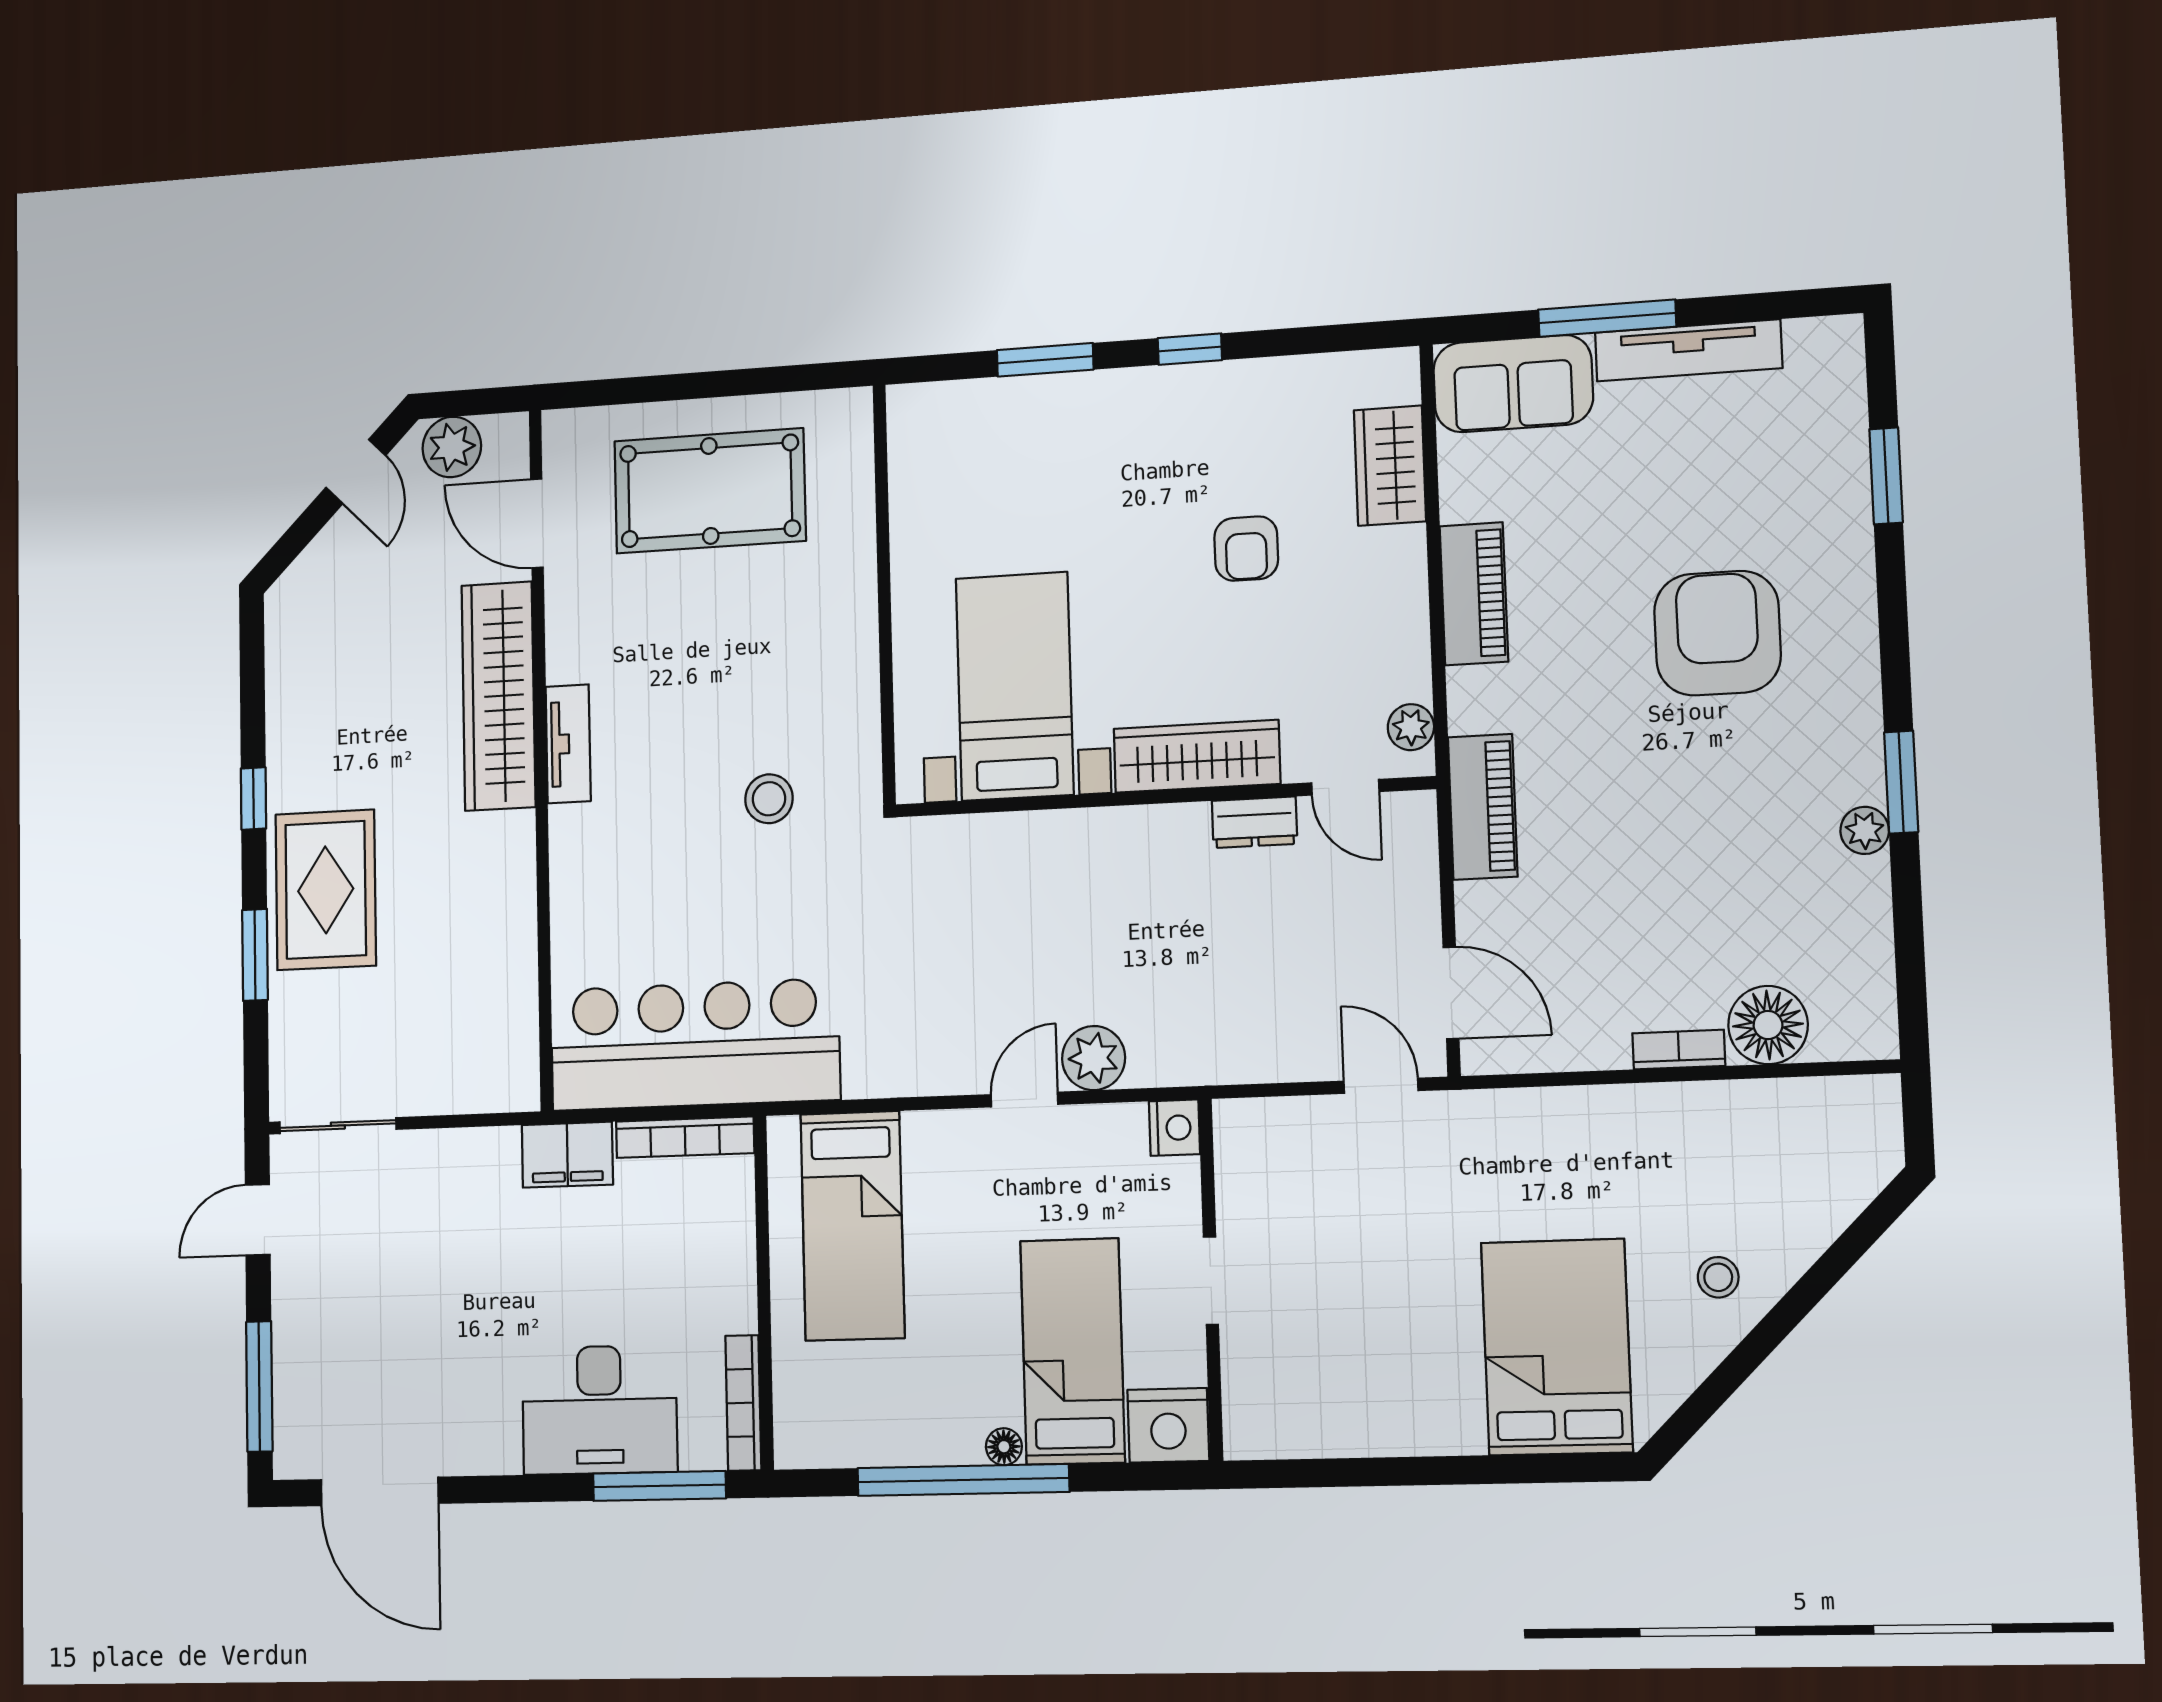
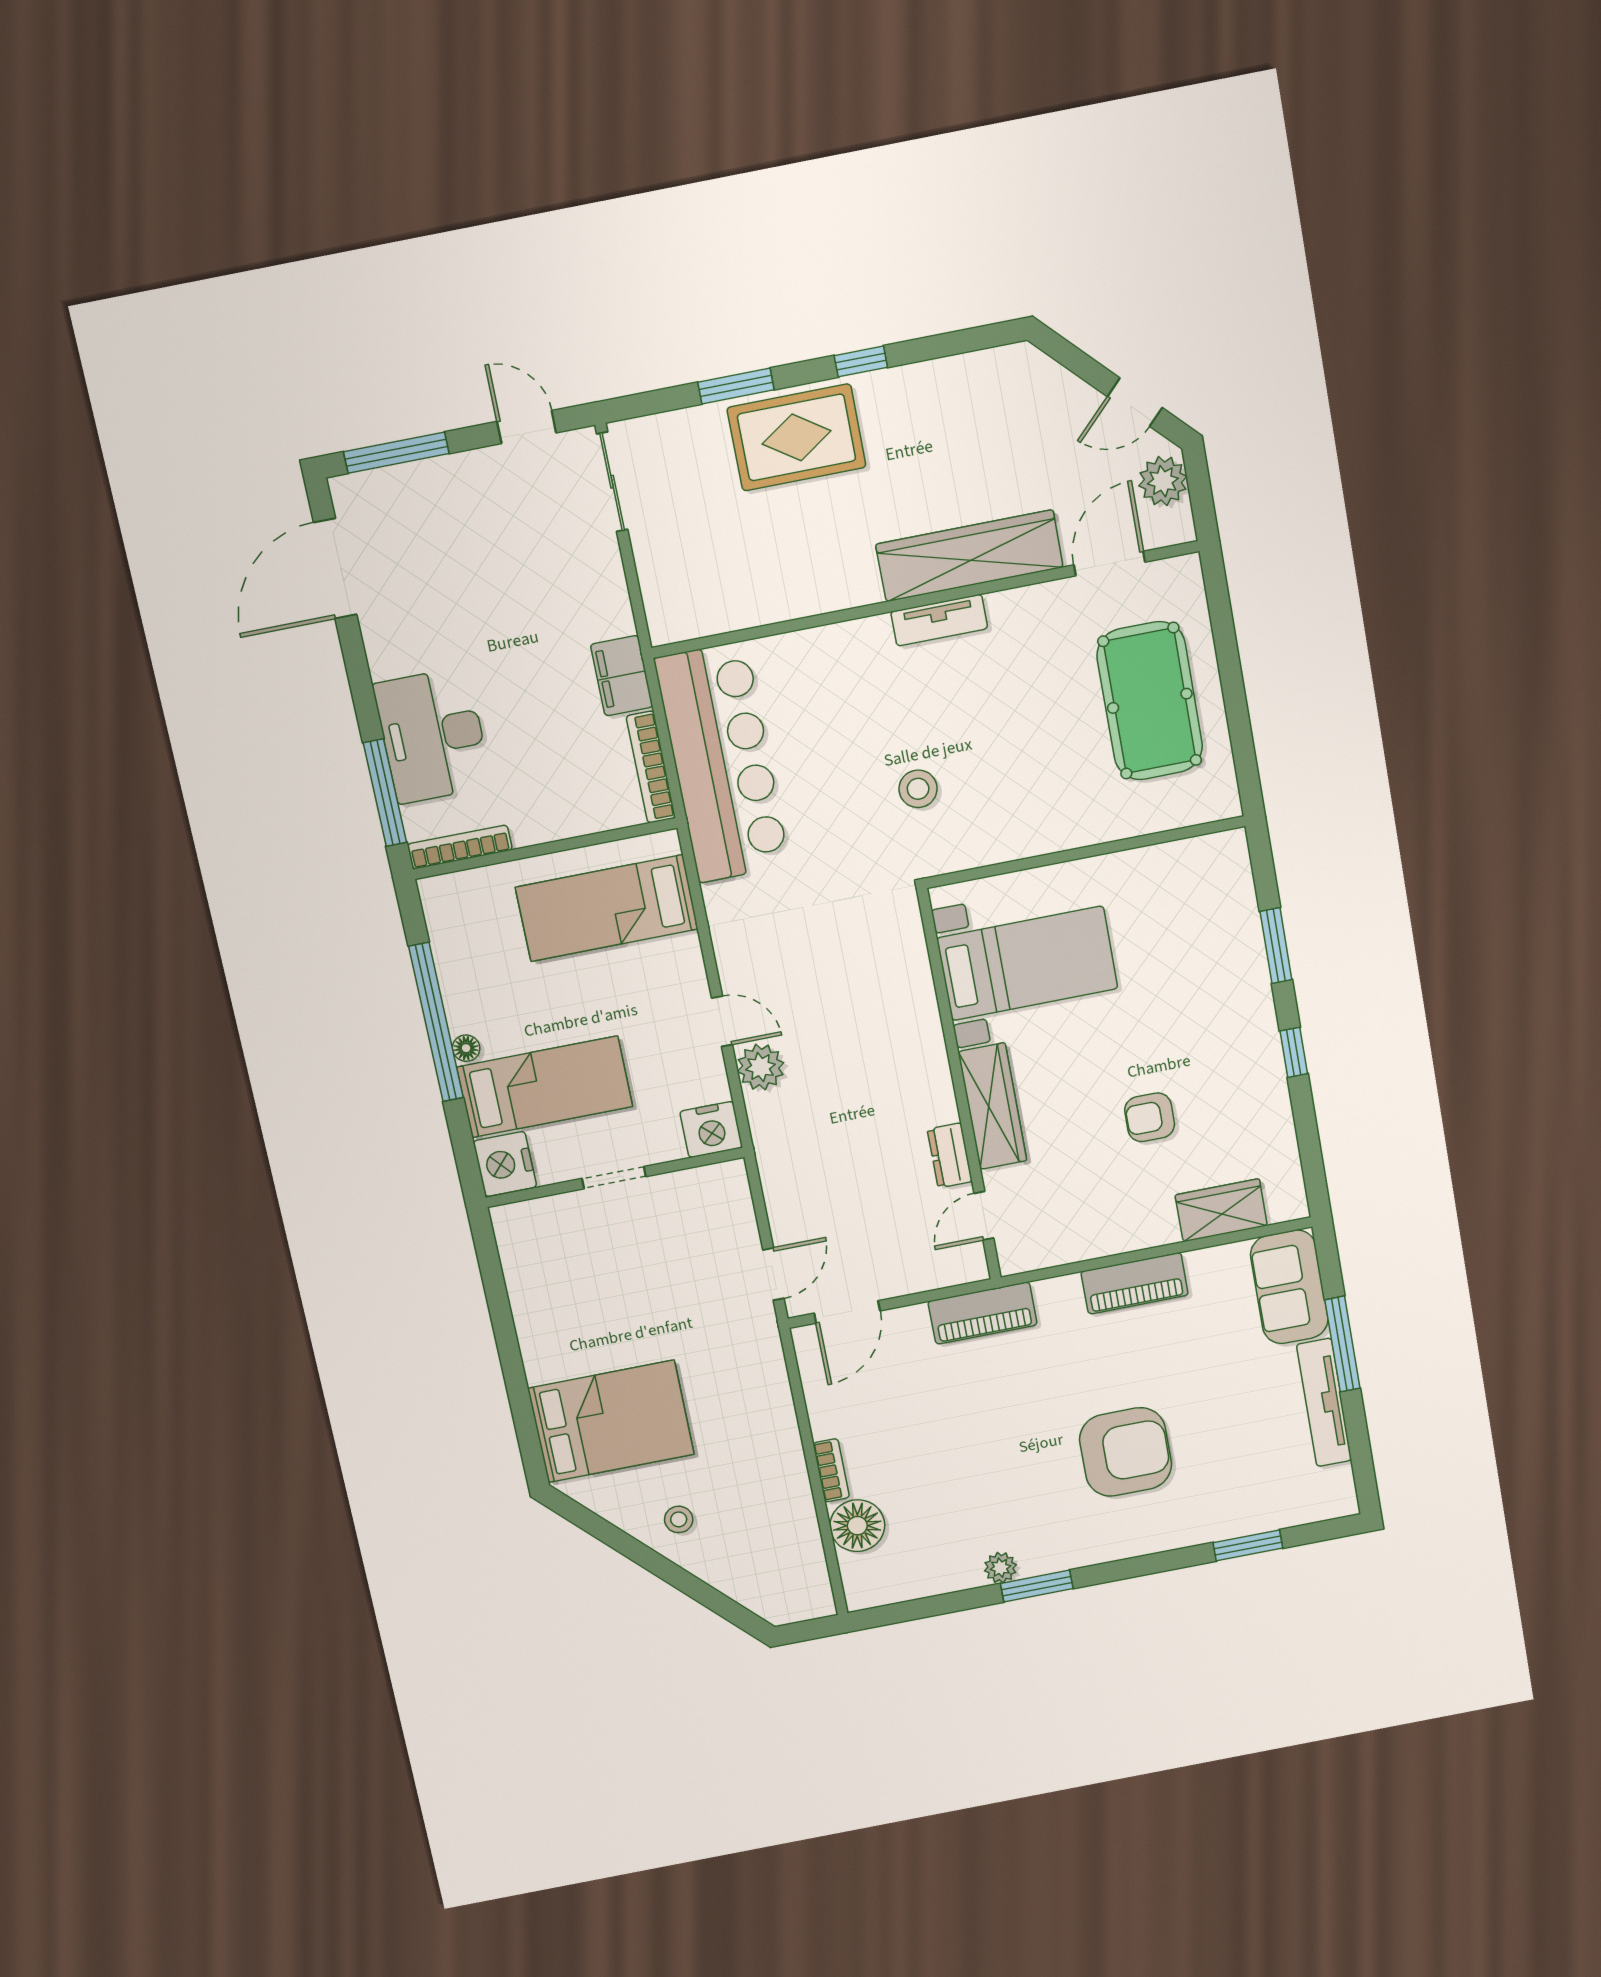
plant: (1411, 727) -> (1033, 1255), removed
nightstand: (1175, 1128) -> (711, 1129), width x1.36, depth x1.33

